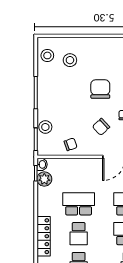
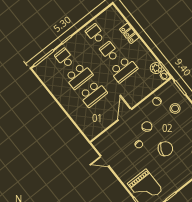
chair: (100, 89) -> (165, 149), turned -65
stool: (45, 127) -> (175, 108), moved
locker: (44, 236) -> (129, 33), width x0.66

